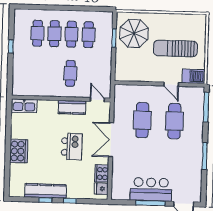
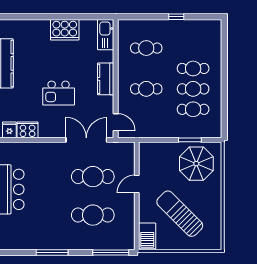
cafe table: (37, 33) -> (146, 48), moved
sun lounger: (175, 48) -> (180, 214), turned -45
door: (171, 84) -> (137, 184), moved
door: (97, 100) -> (116, 122), hinge flipped
kitchen counter: (72, 107) -> (106, 79), moved
double door: (111, 140) -> (86, 140), moved
cooker: (19, 151) -> (65, 30), moved

